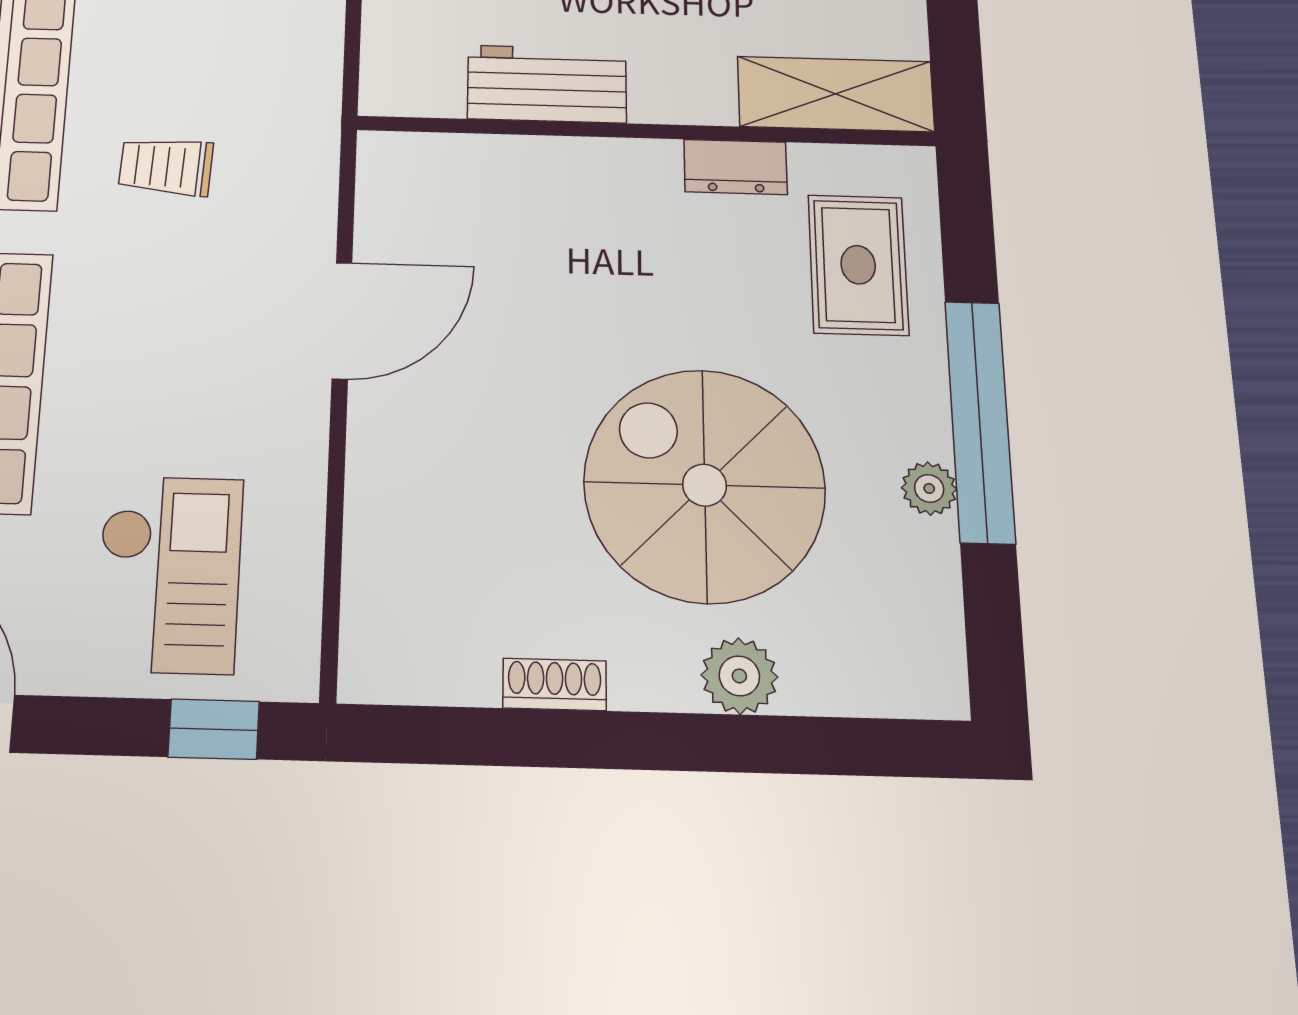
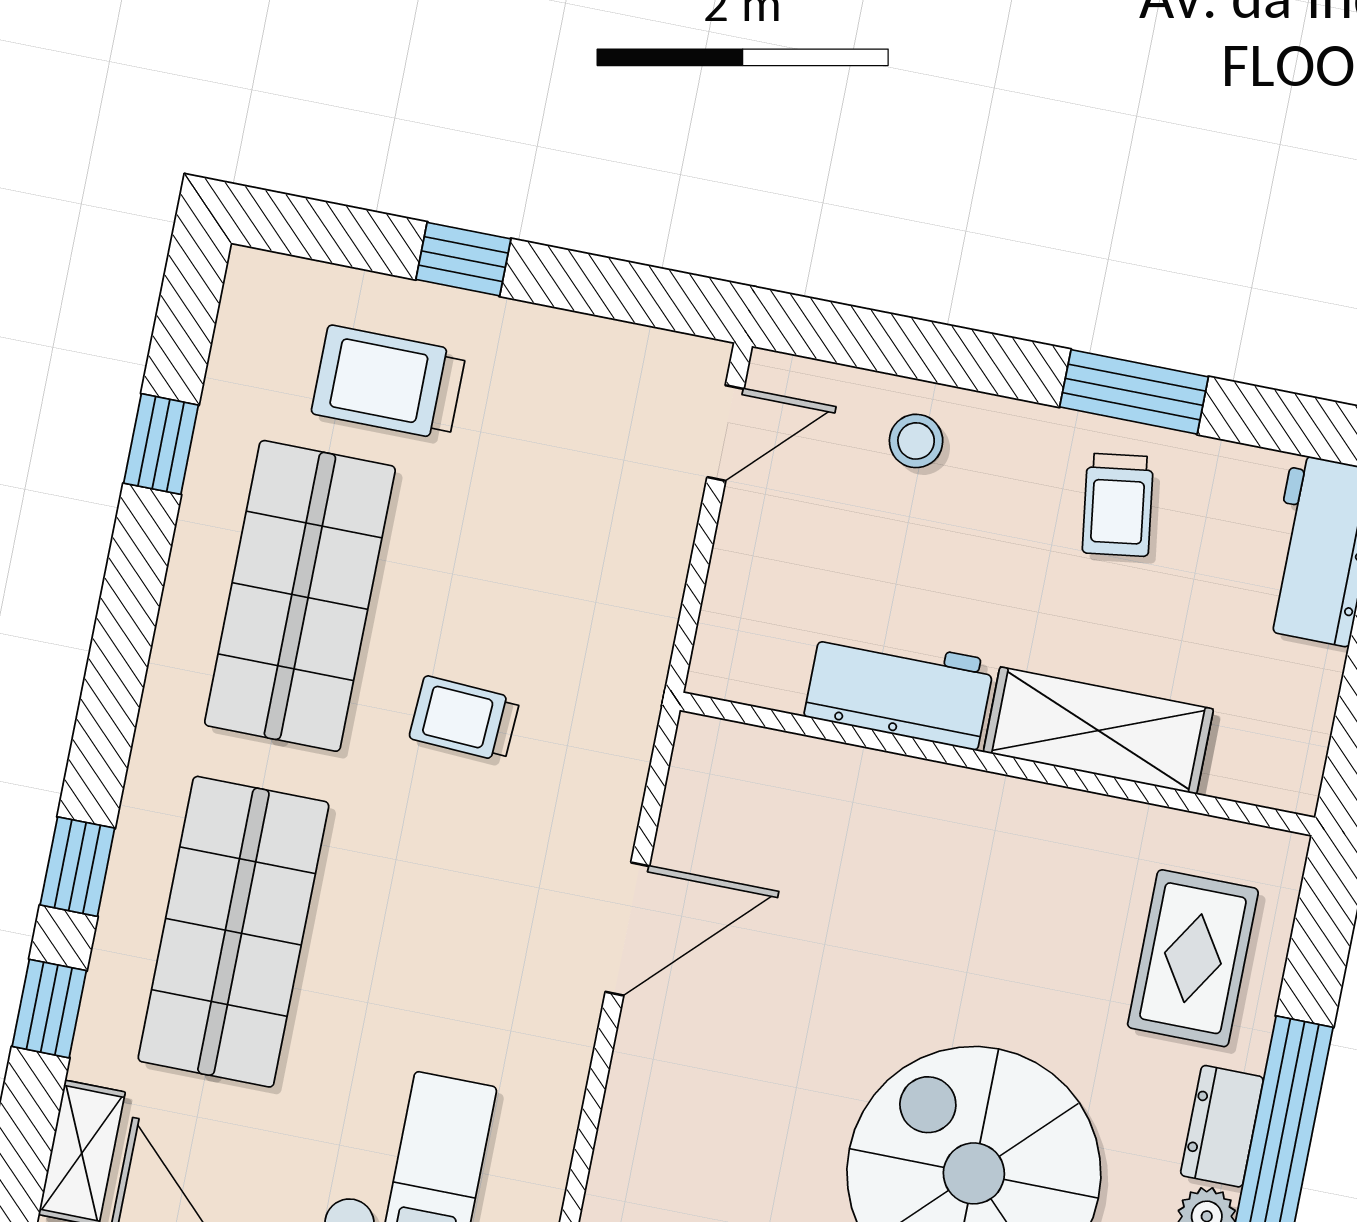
shelving: (836, 94) -> (1098, 731), moved
dresser: (735, 167) -> (1222, 1126), moved, turned 90

